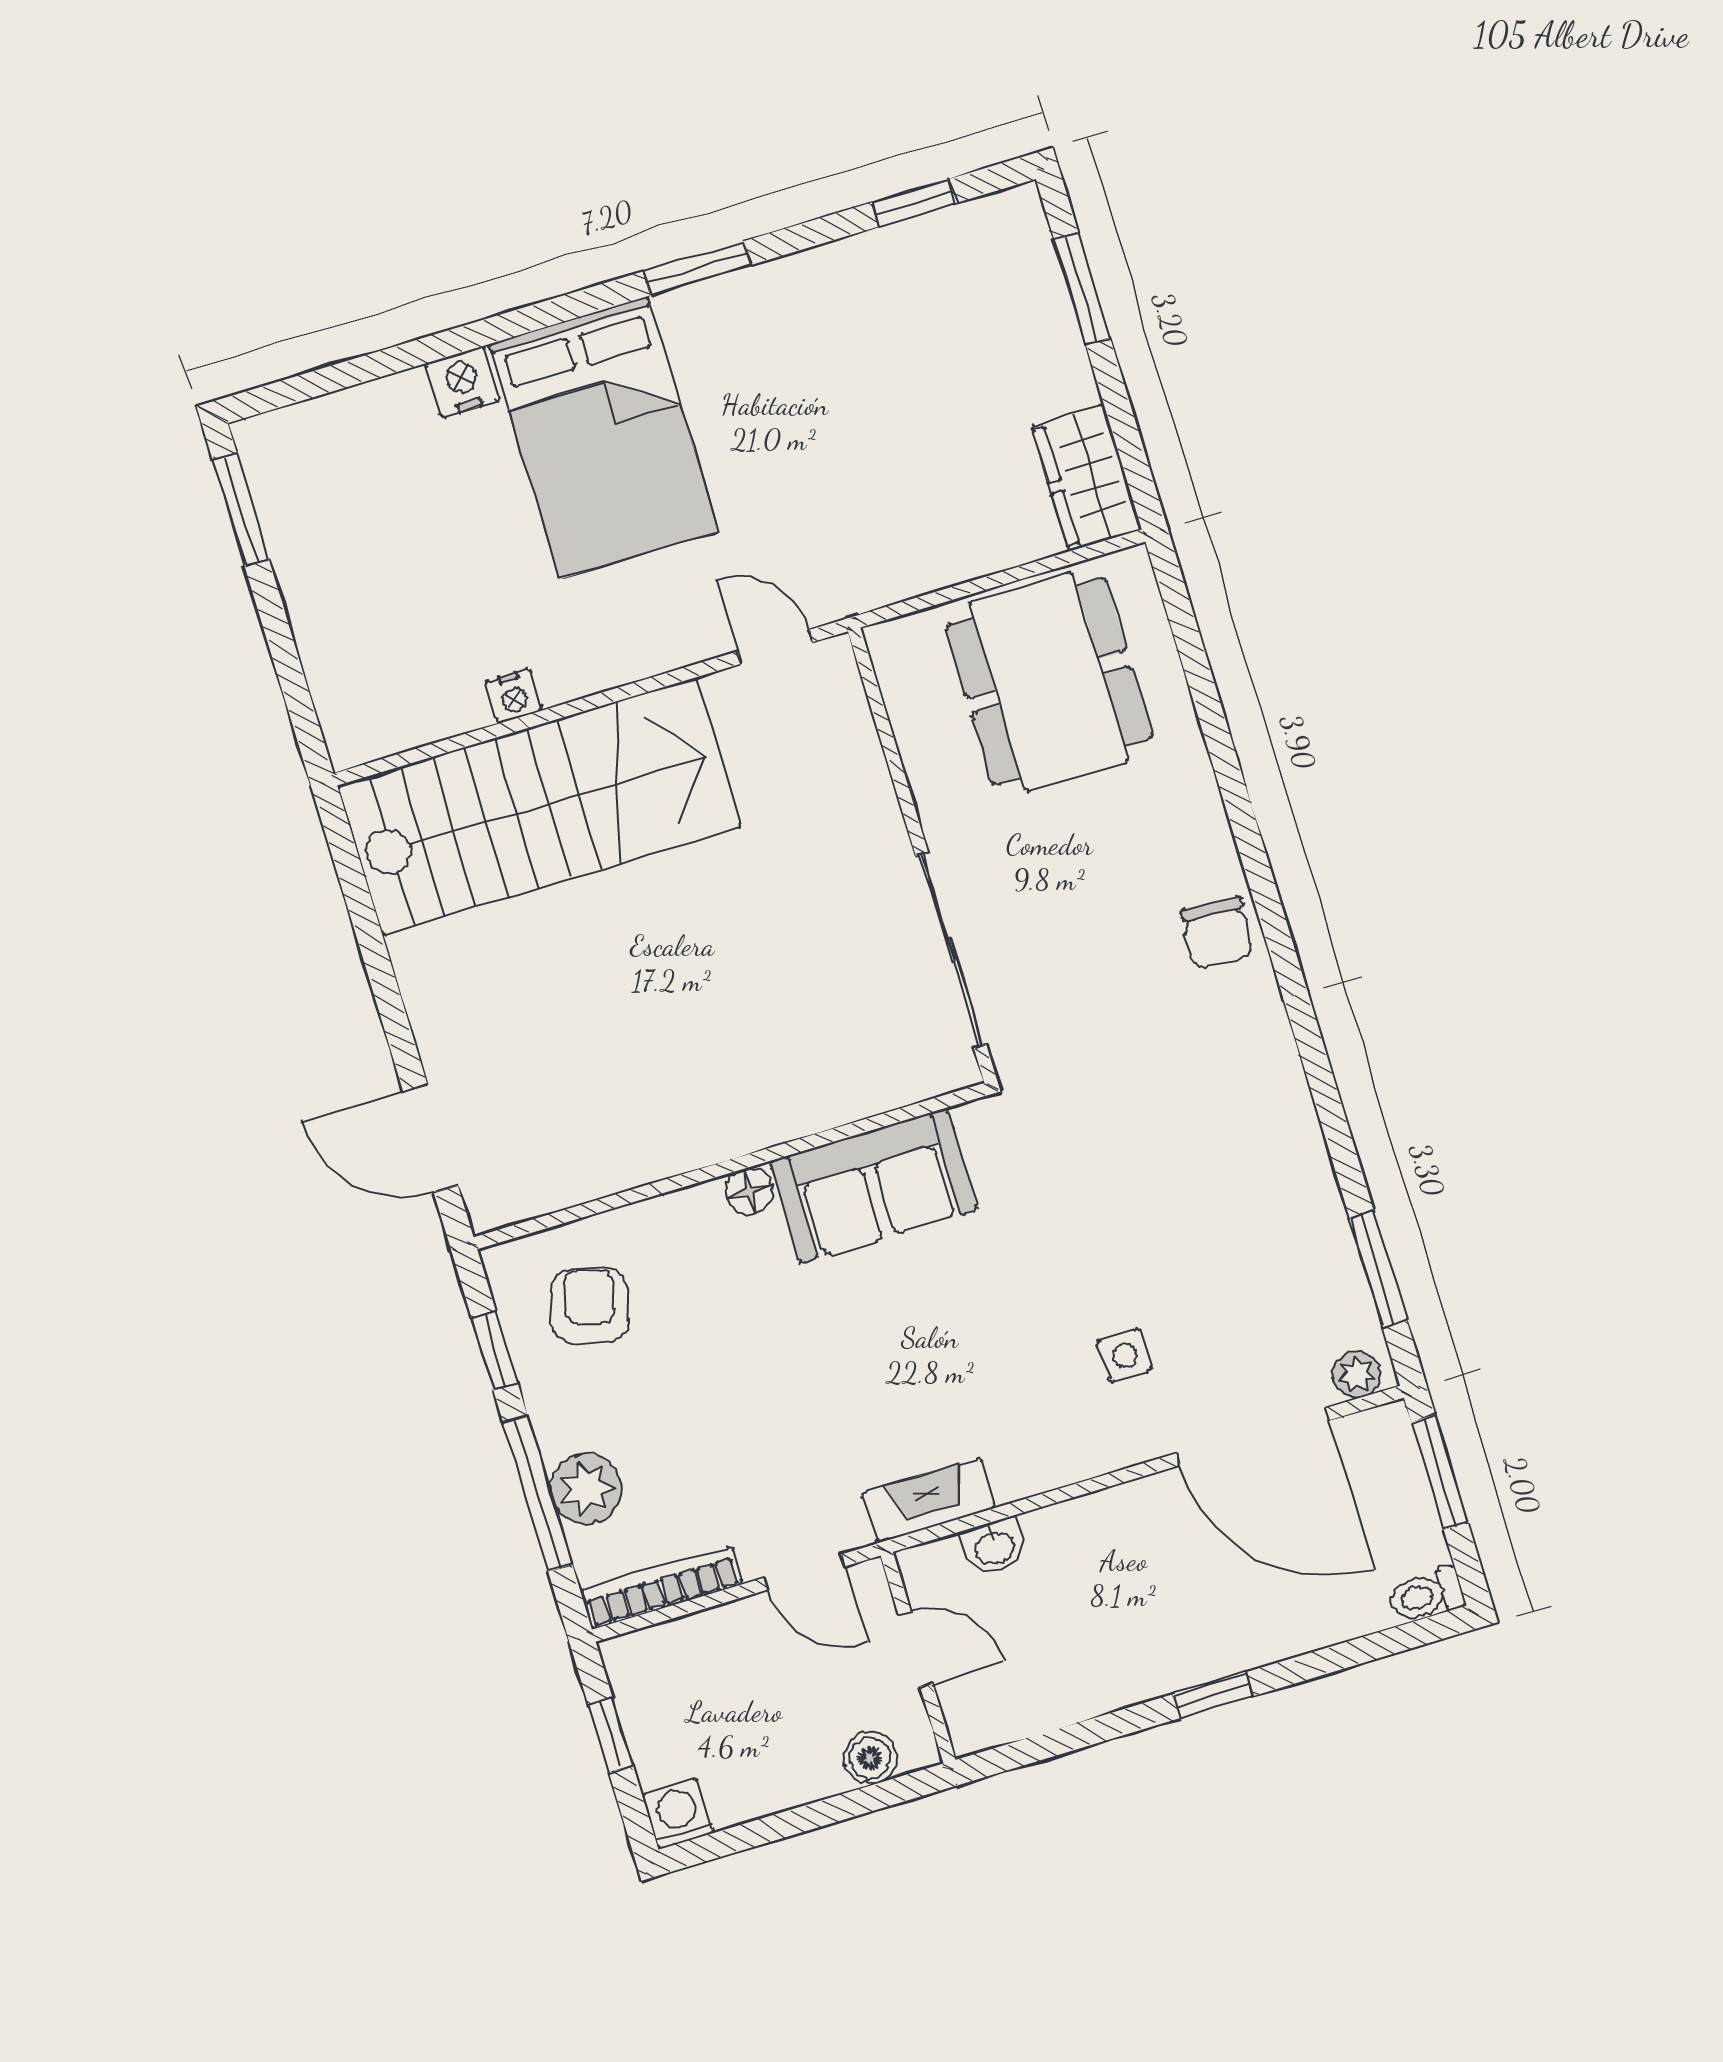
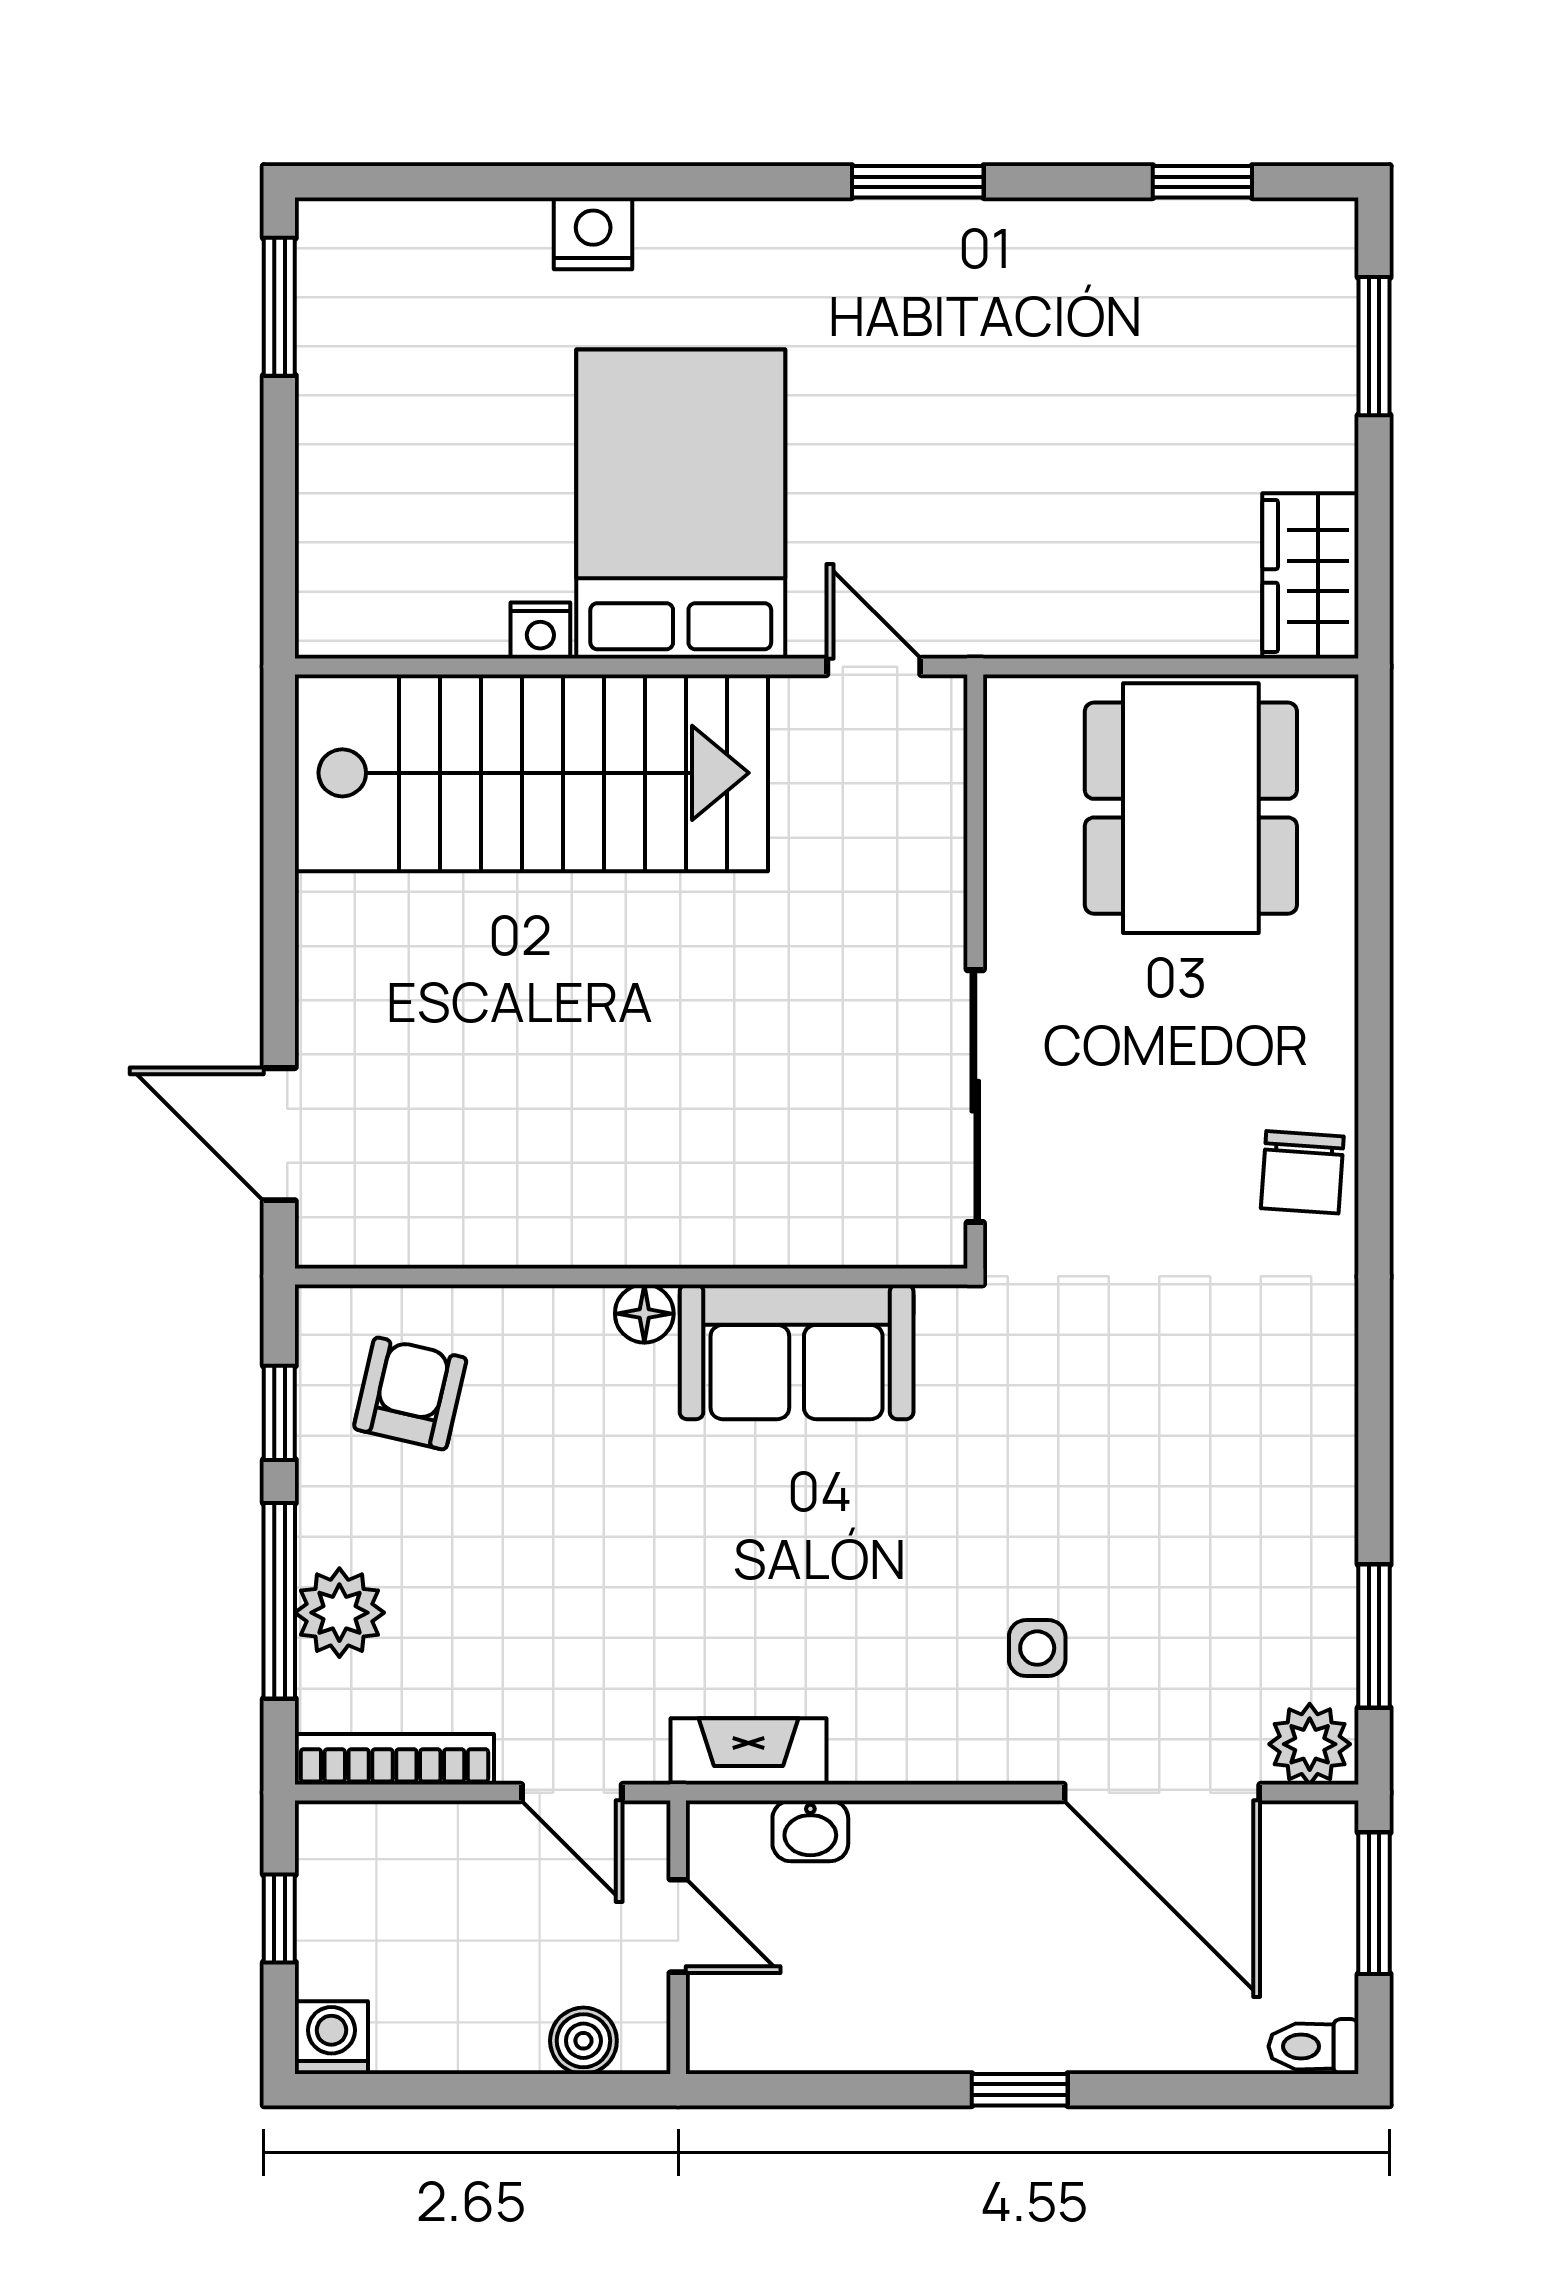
bed: (604, 438) -> (681, 504), moved, turned 180
plant: (1356, 1374) -> (1310, 1744), width x1.38, depth x1.38

